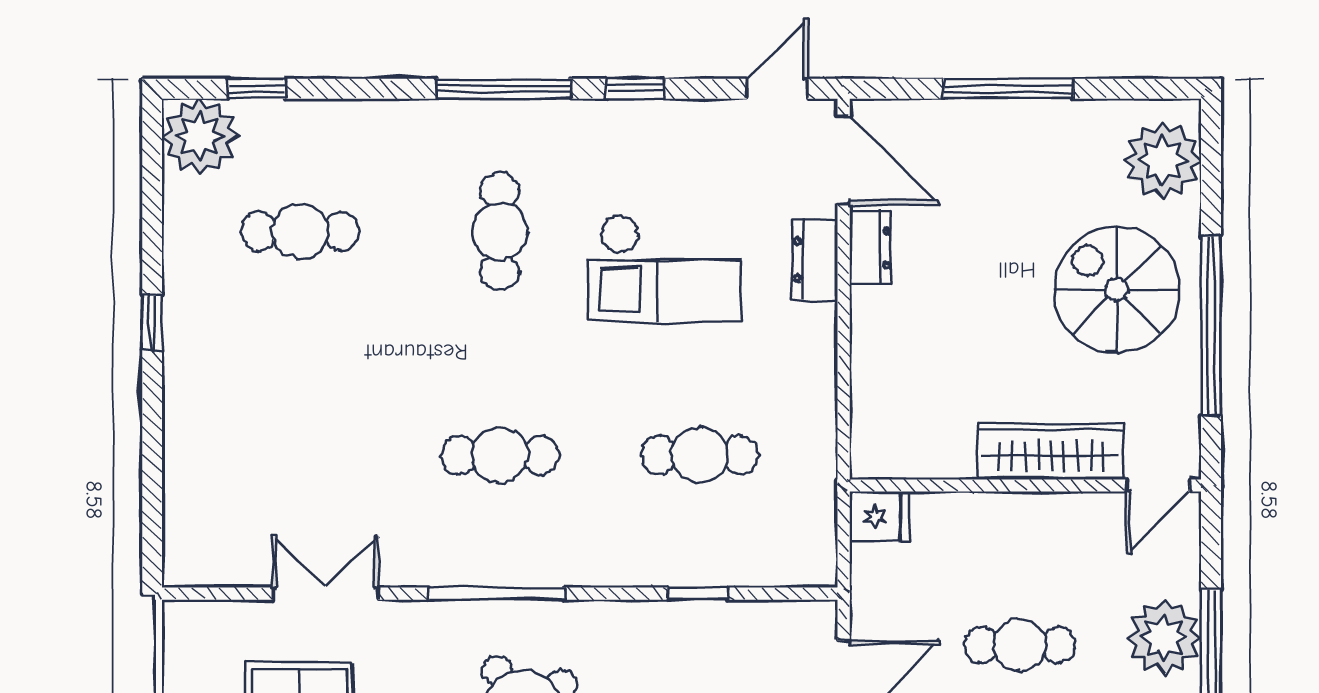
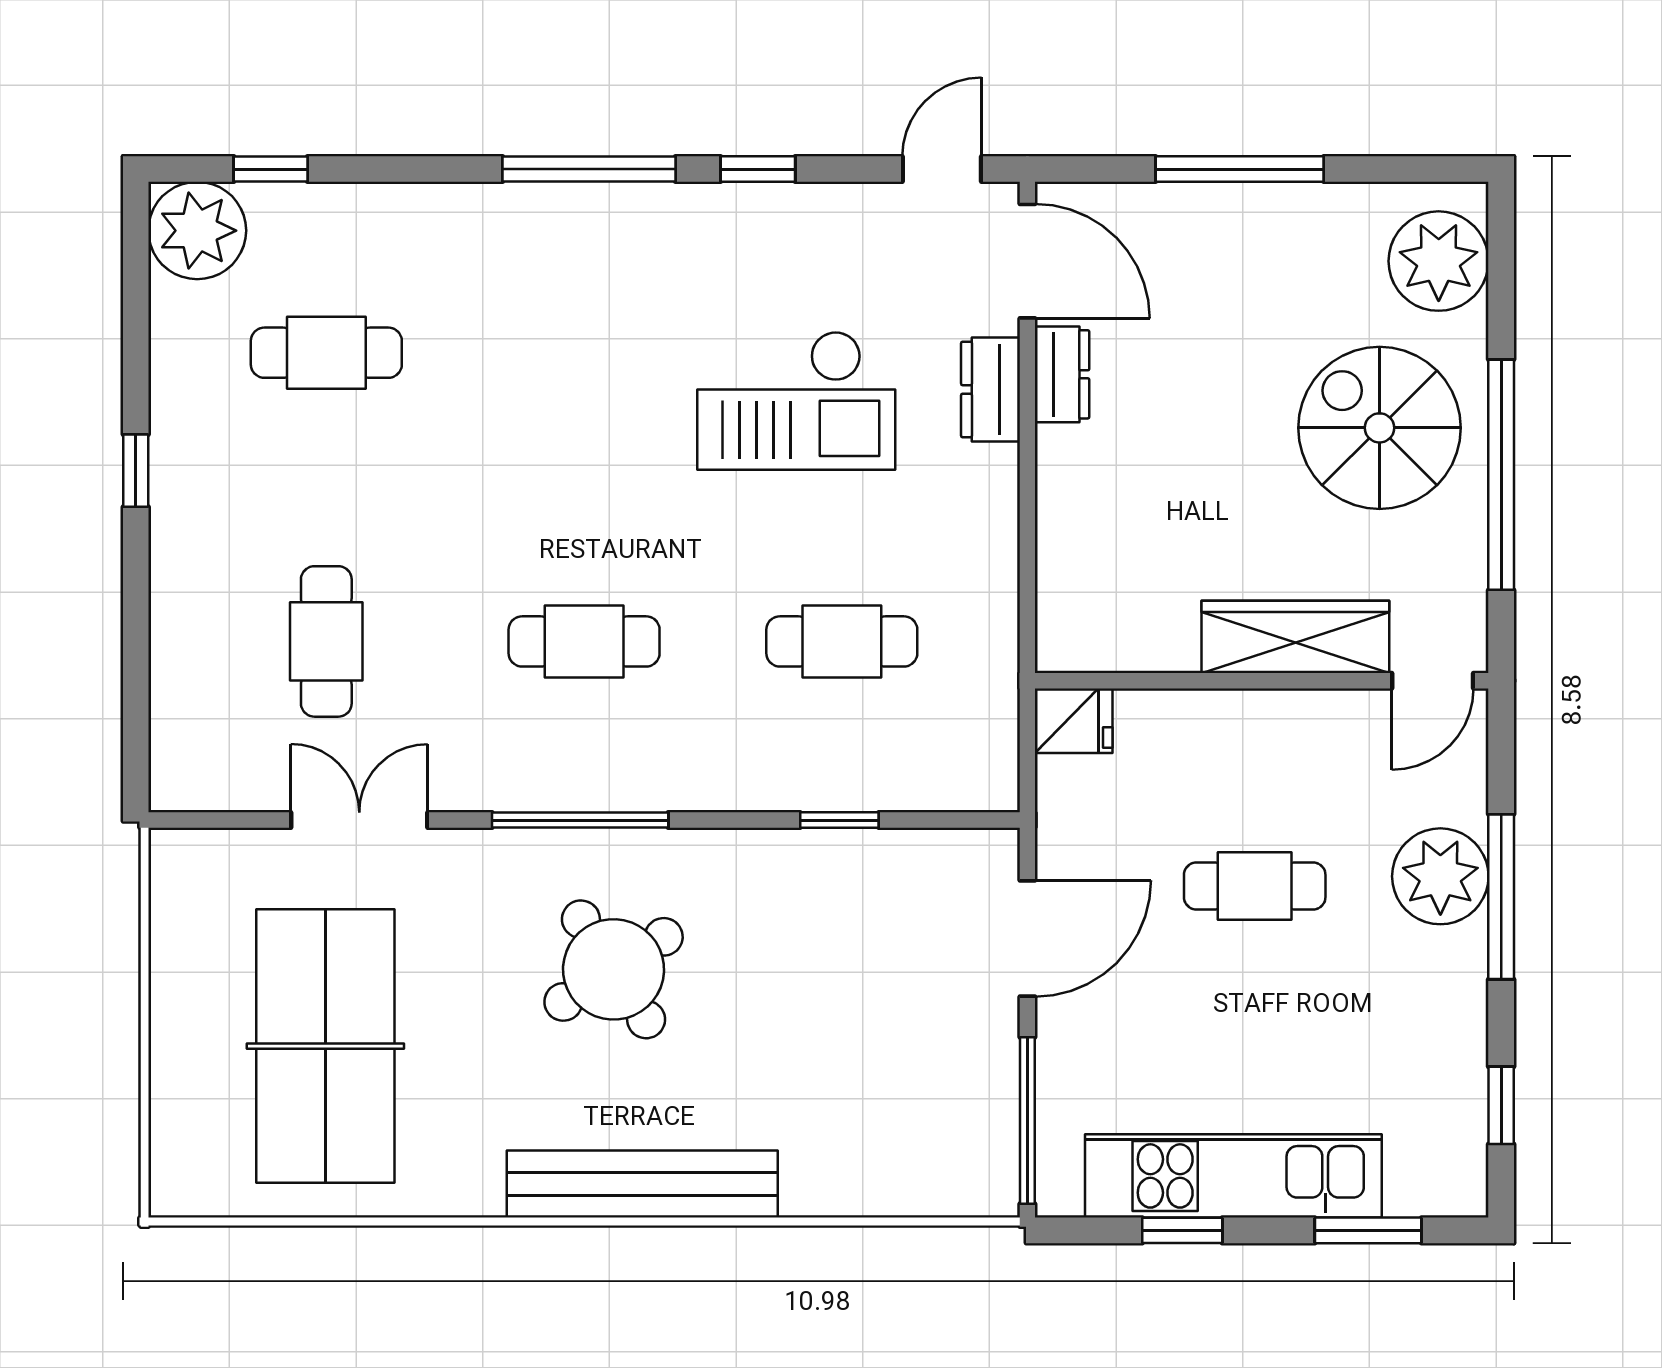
cafe table: (500, 231) -> (326, 641), moved

